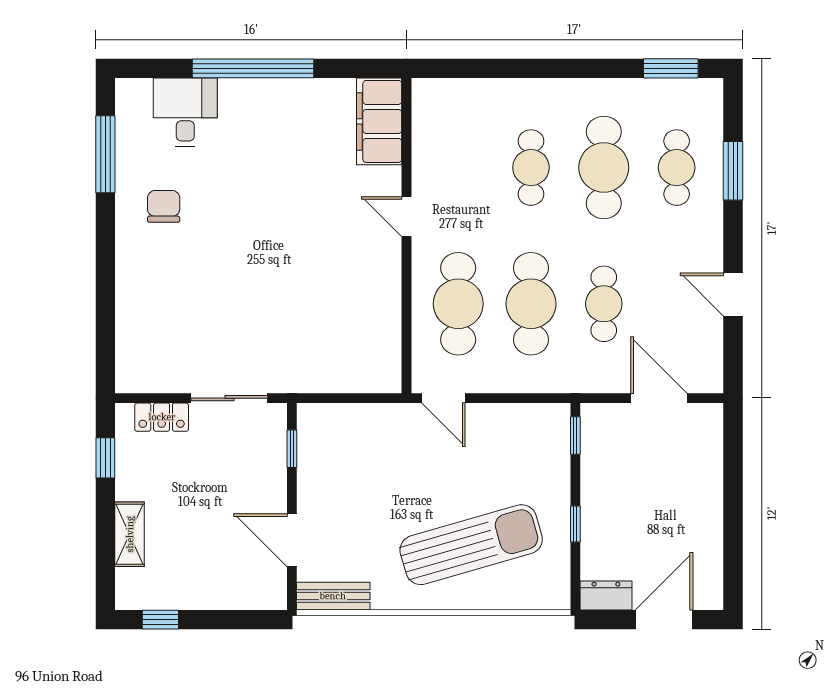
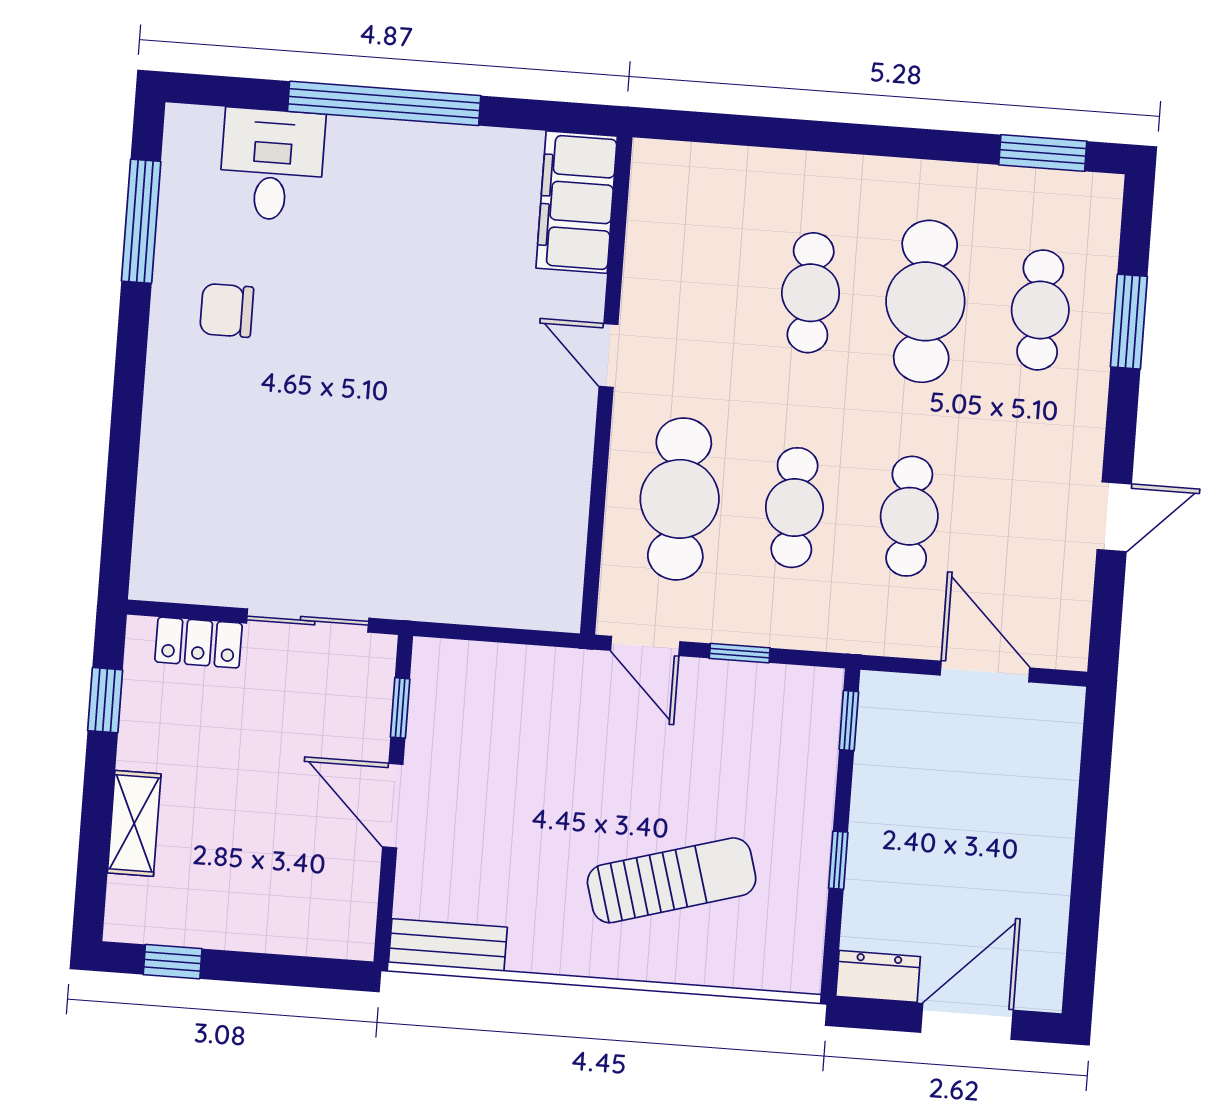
chair: (164, 206) -> (227, 310), turned -90
door: (733, 294) -> (1114, 517), swing flipped
cafe table: (531, 304) -> (794, 508), width x0.73, depth x0.74
window: (503, 398) -> (740, 653), added
door: (292, 540) -> (393, 806), moved
sun lounger: (471, 545) -> (672, 880), width x0.73, depth x0.75

